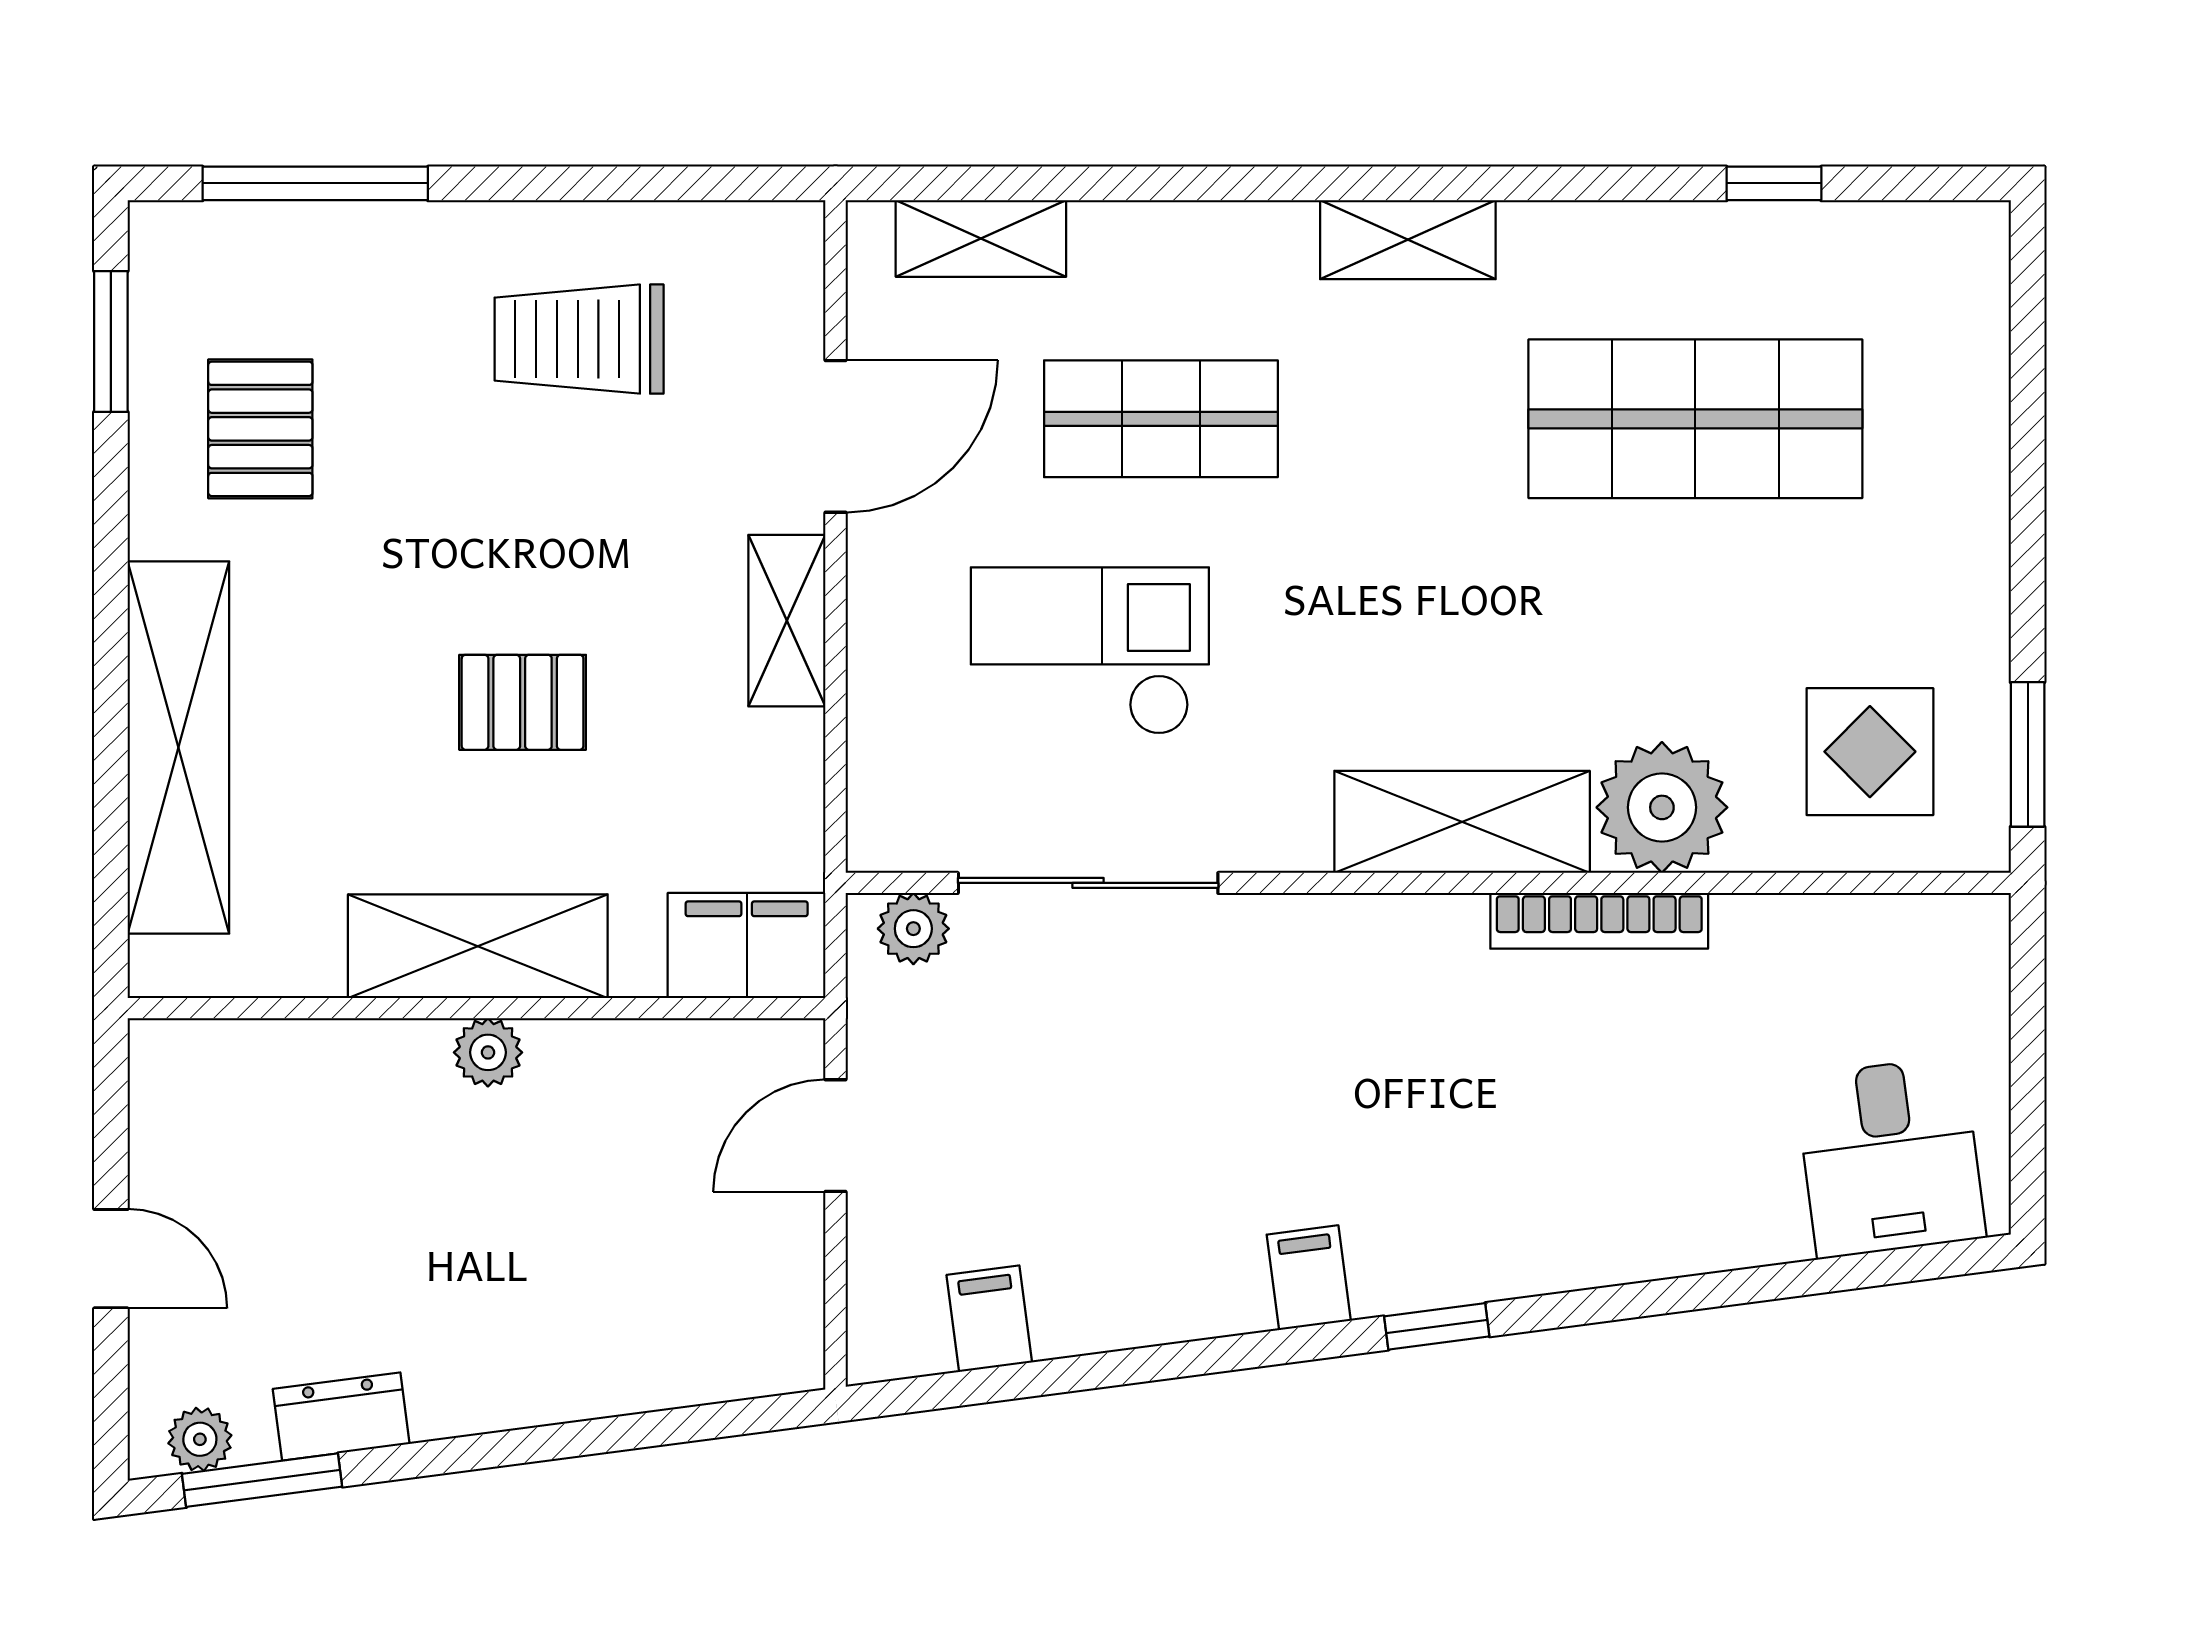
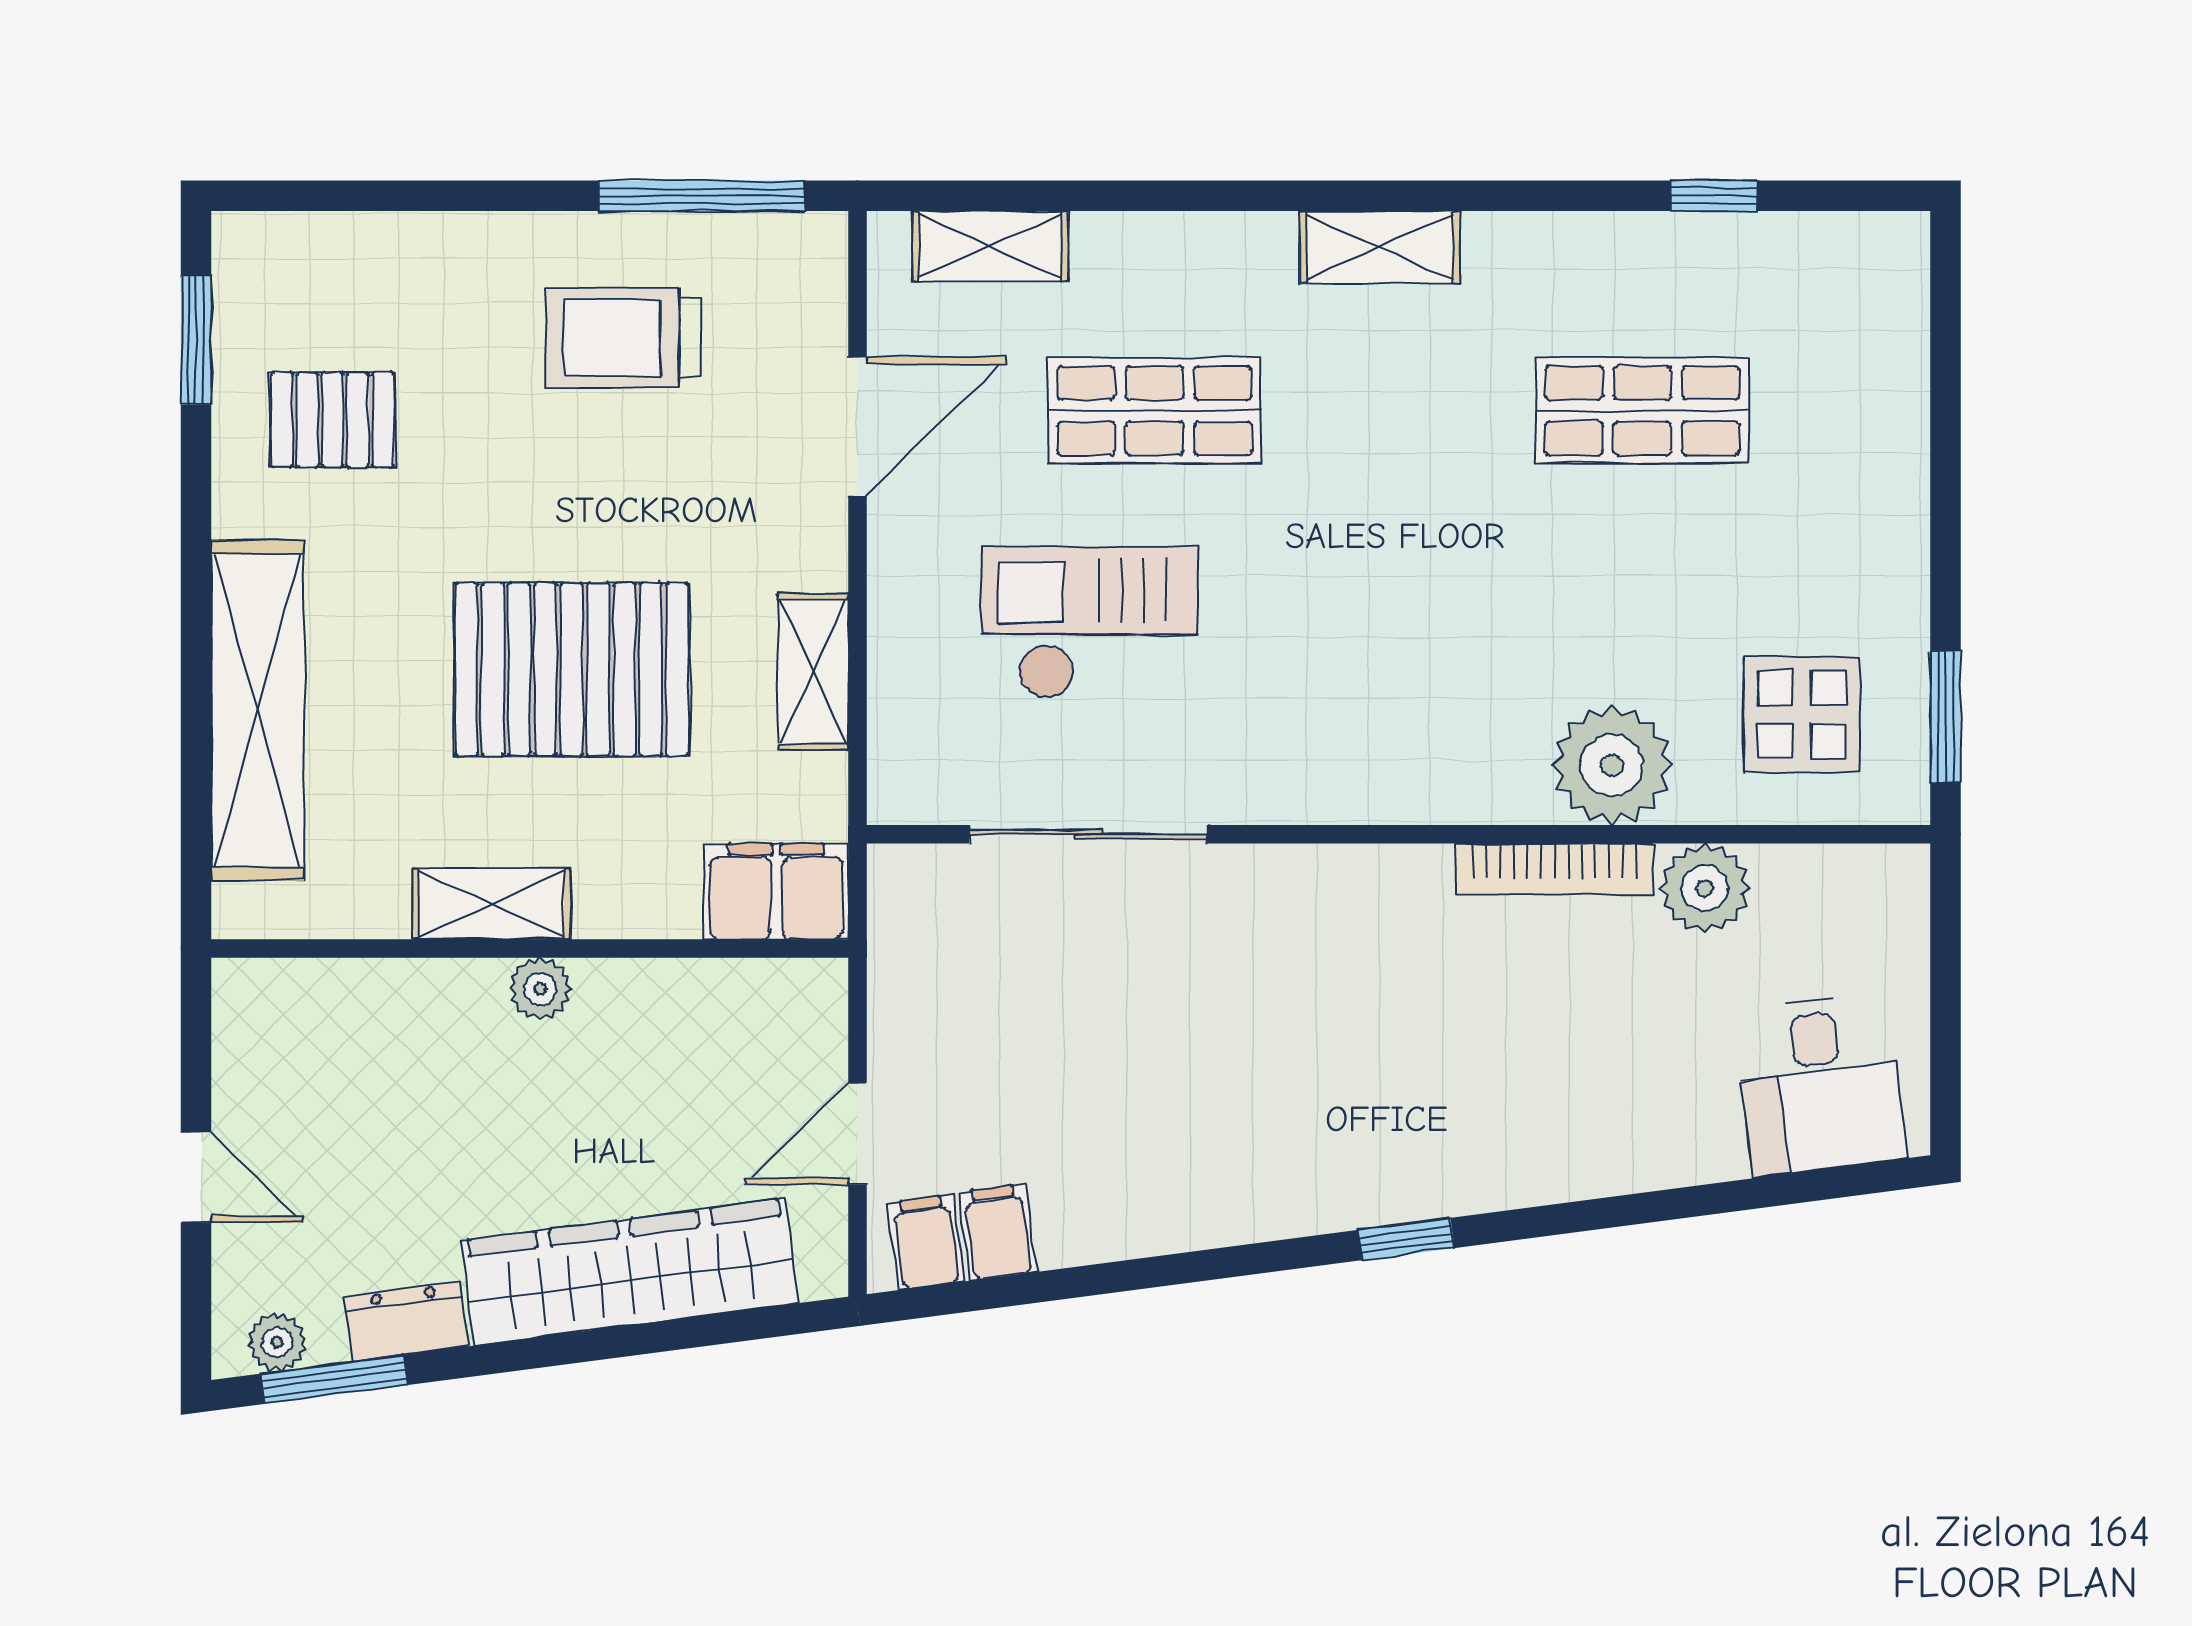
window: (315, 183) -> (702, 196), moved
shop shelf: (1695, 419) -> (1642, 411), width x0.70, depth x0.74
pallet: (260, 429) -> (332, 420), turned 90
shelving: (787, 621) -> (813, 671), moved
pallet: (523, 702) -> (572, 669), width x2.05, depth x2.00
shelving: (1462, 822) -> (1429, 779), removed
plant: (913, 929) -> (1705, 888), moved, width x1.38, depth x1.38
shelving: (478, 946) -> (491, 904), width x0.67, depth x0.75
door: (836, 1136) -> (857, 1133), moved
filing cabinet: (1309, 1278) -> (926, 1242), moved
wardrobe: (586, 1363) -> (630, 1272), added

